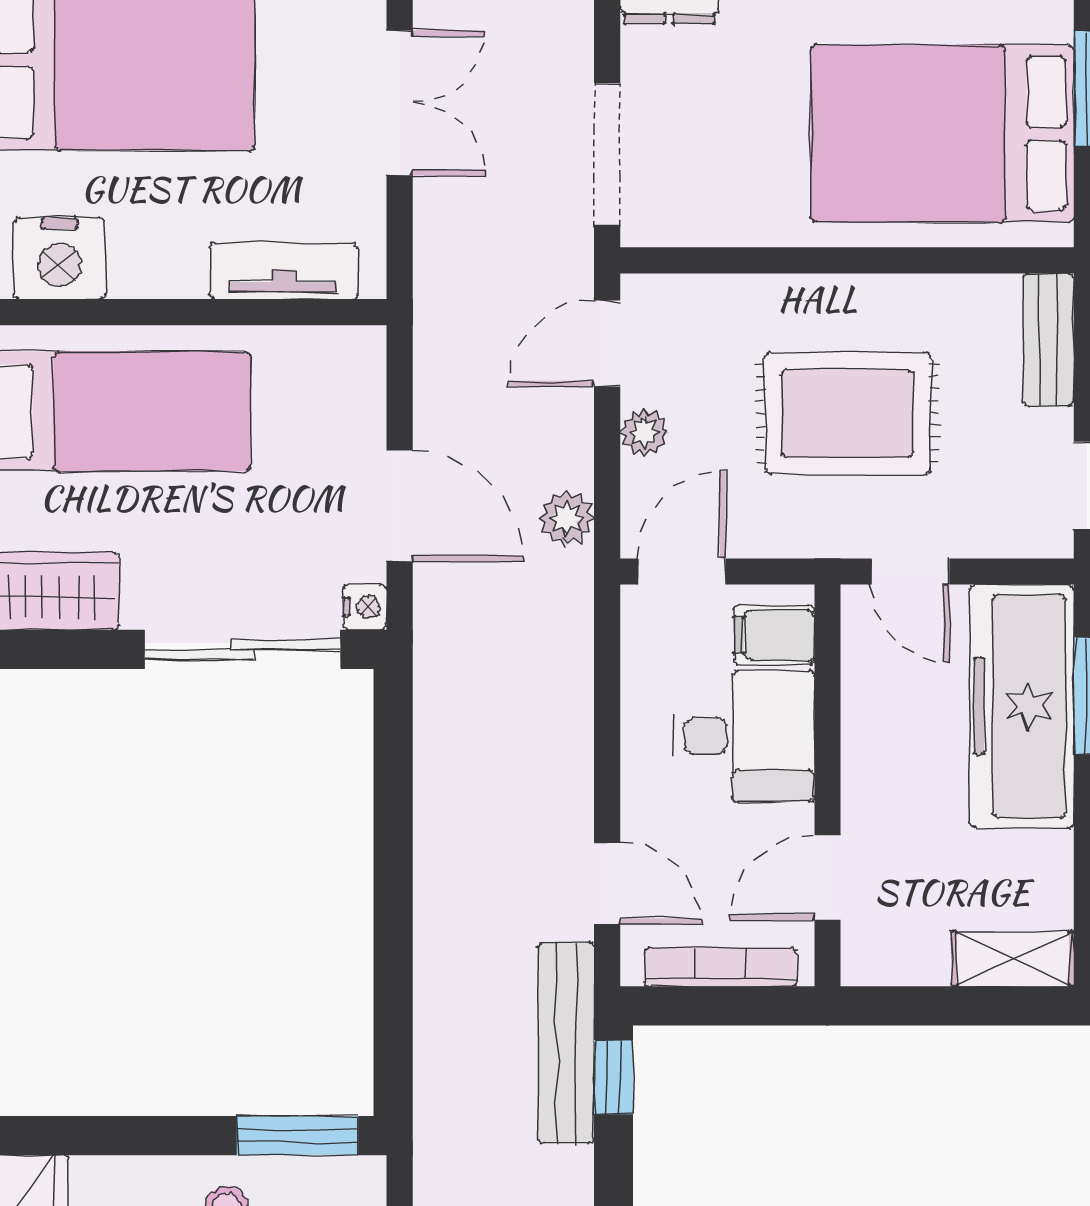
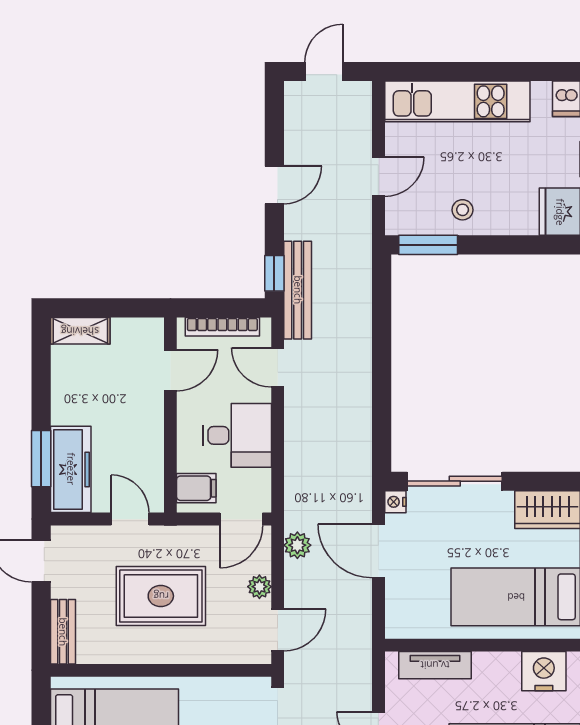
freezer: (1022, 706) -> (71, 469), width x0.73, depth x0.79
desk: (744, 736) -> (237, 435), moved, turned 180

